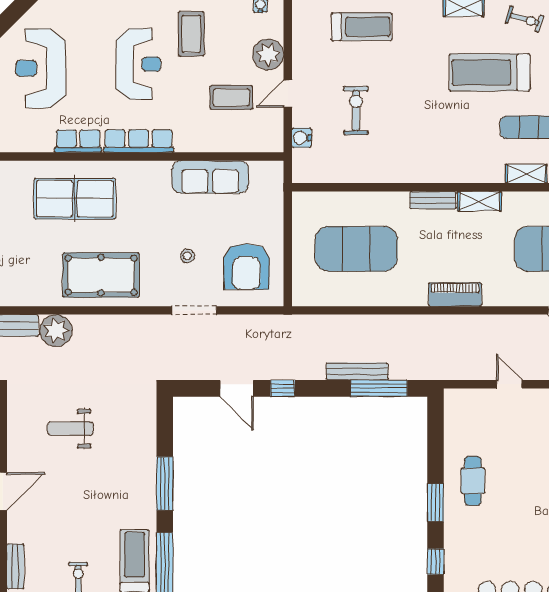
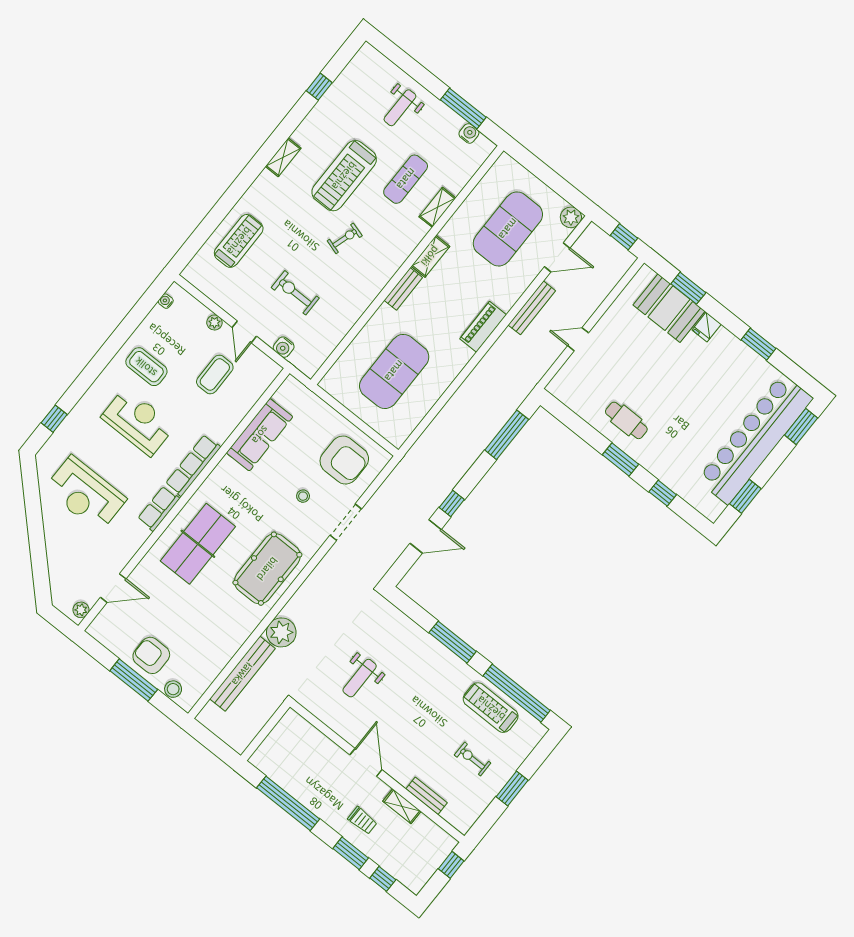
exercise bike: (525, 19) -> (345, 238), moved
plant: (268, 54) -> (214, 322), width x0.53, depth x0.53
bench: (357, 371) -> (532, 308), moved

